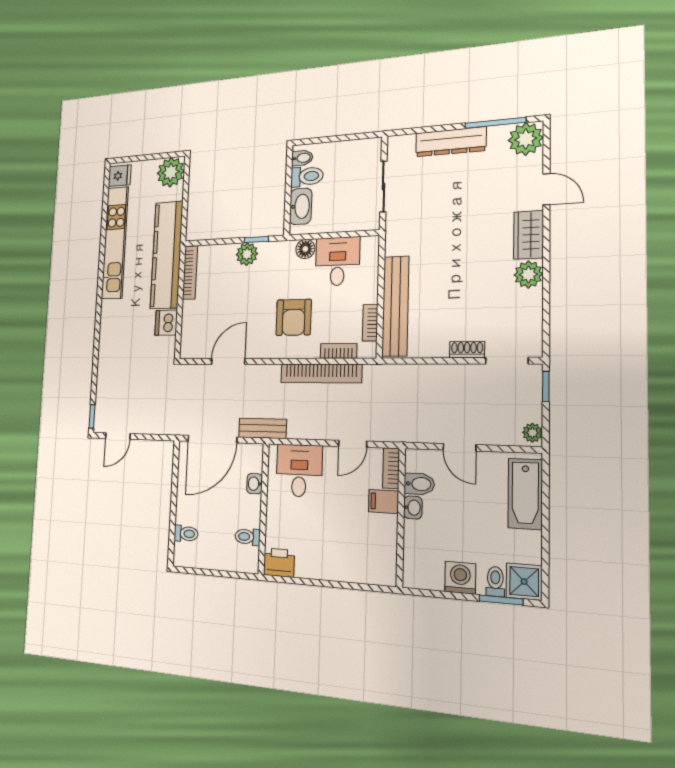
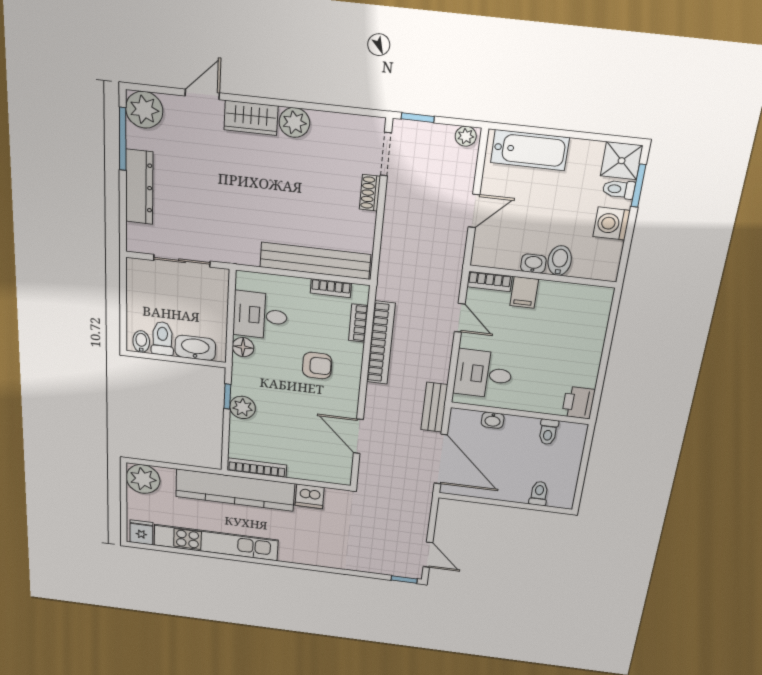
armchair: (294, 317) -> (317, 366), width x0.72, depth x0.72
bidet: (419, 484) -> (560, 261), moved

